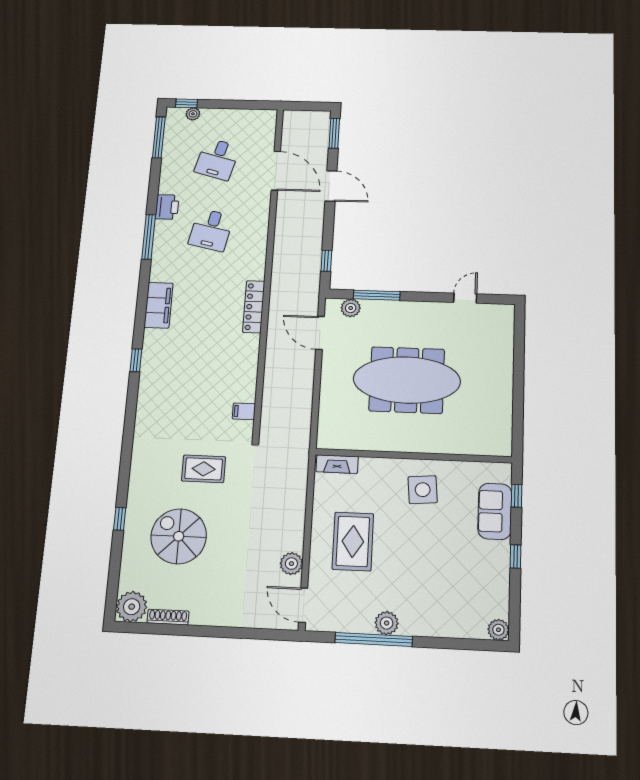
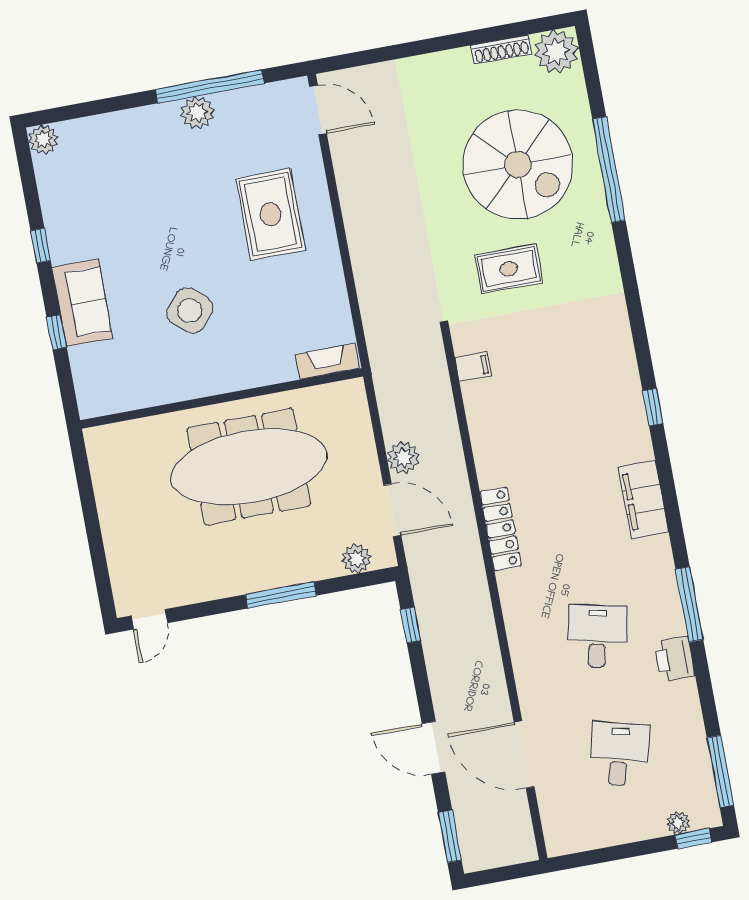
window: (377, 295) -> (281, 595), moved
door: (465, 298) -> (149, 619), moved
wall: (413, 456) -> (222, 398), moved
fireplace: (337, 464) -> (327, 361), moved
side table: (423, 490) -> (190, 310), turned 45
window: (120, 519) -> (609, 170), width x3.17
spiral stairs: (179, 536) -> (518, 165), width x1.37, depth x1.37
plant: (291, 564) -> (403, 458), moved

